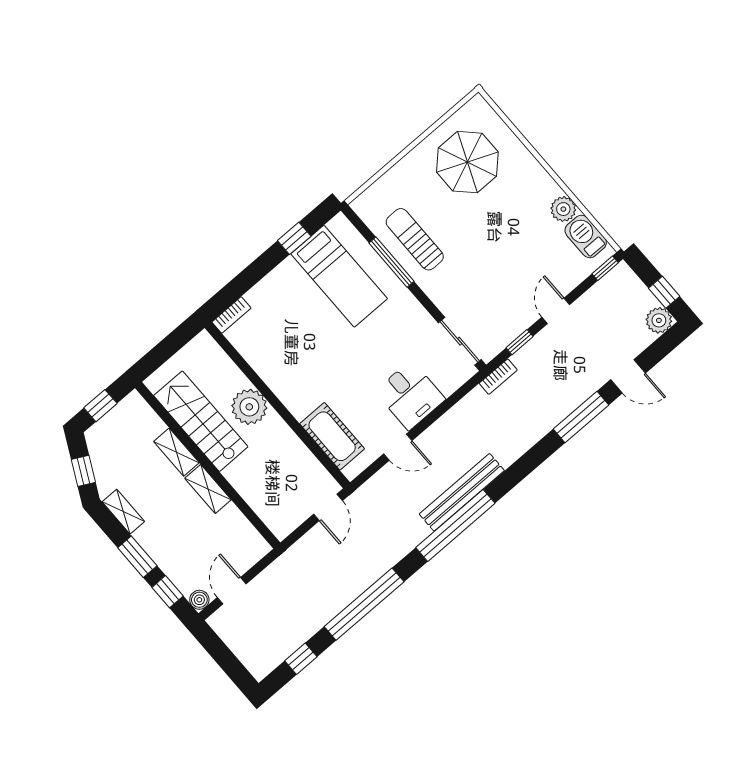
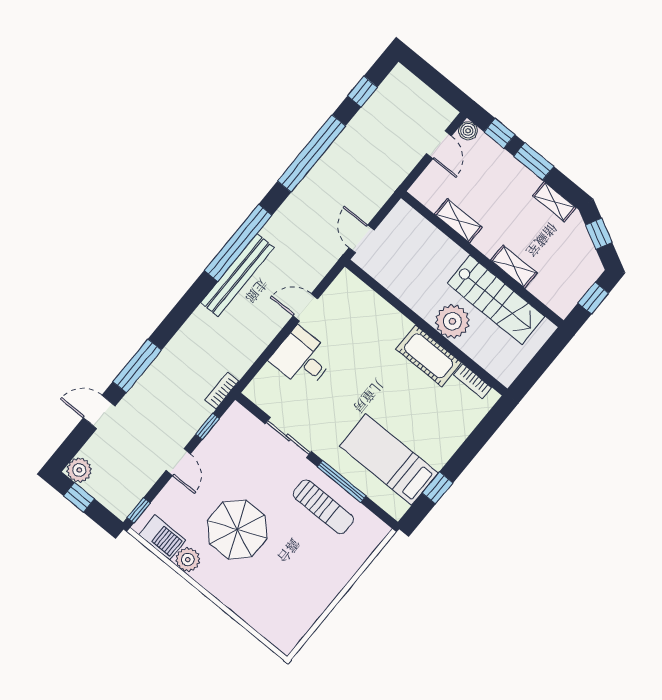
parasol: (467, 162) -> (237, 530), moved
bookcase: (231, 315) -> (473, 381), moved, turned -90
sliding door: (460, 341) -> (288, 438), moved
cot: (332, 436) -> (429, 356), moved
shelving: (208, 489) -> (458, 221), moved

